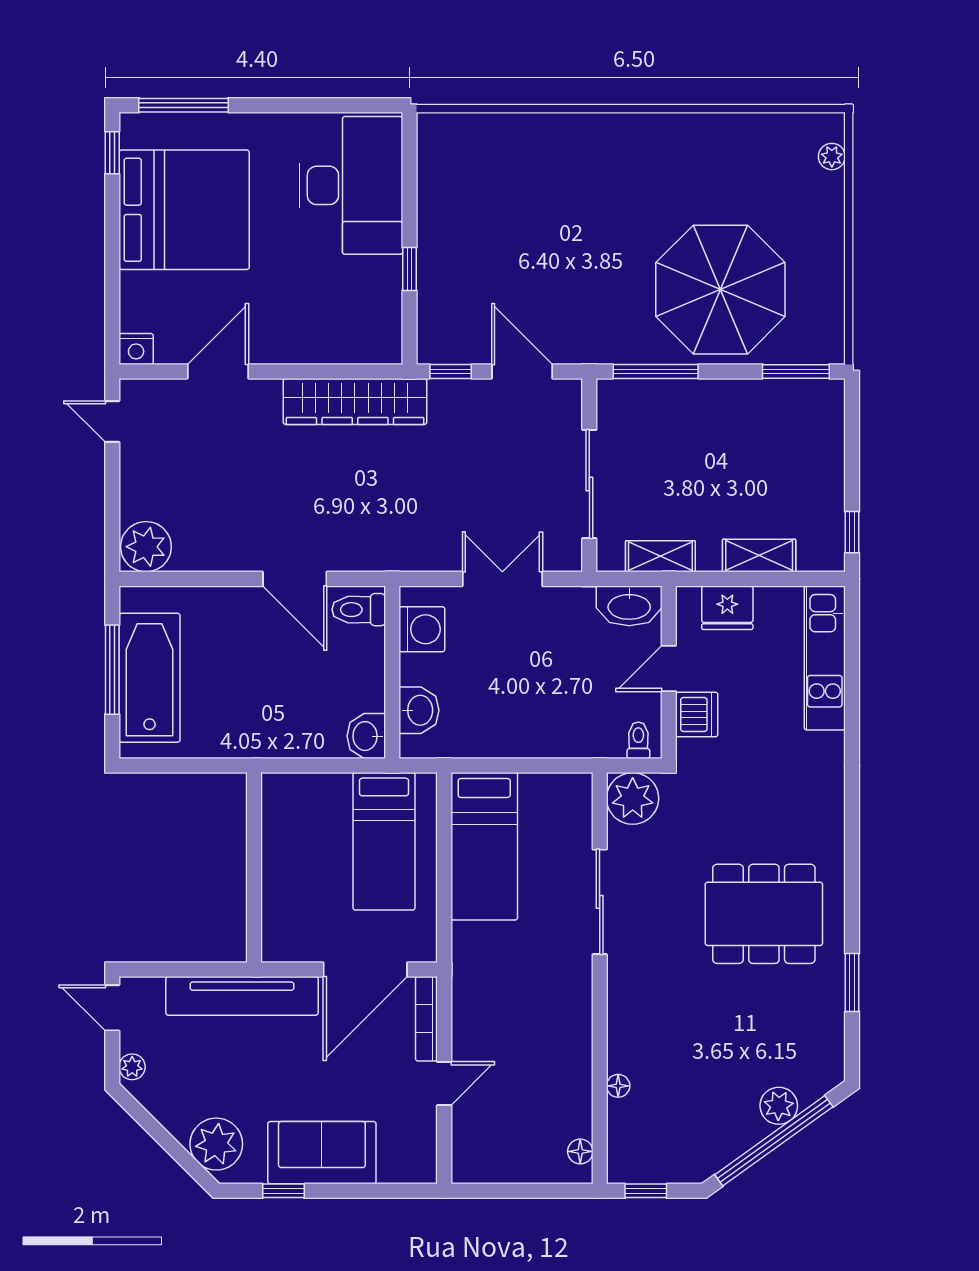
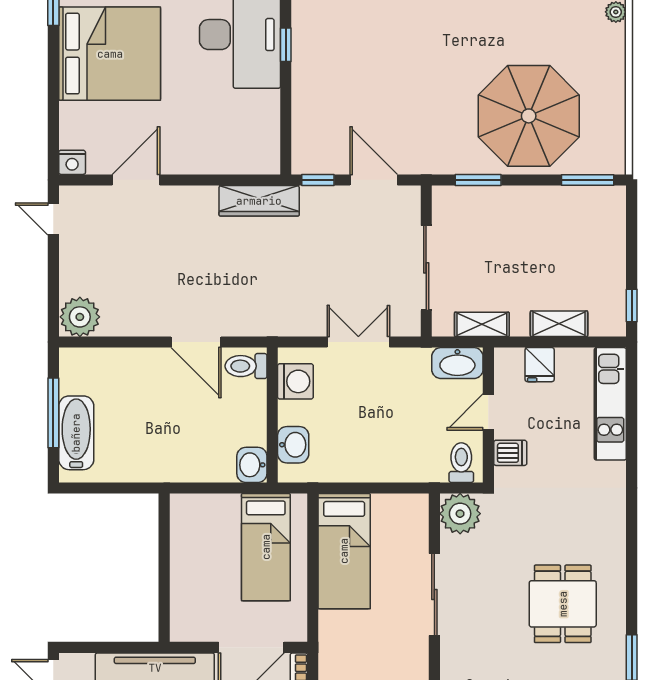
window: (410, 269) -> (286, 45), moved
window: (656, 371) -> (478, 180), width x0.69
wardrobe: (355, 402) -> (259, 201), width x0.71, depth x0.85
fridge: (727, 608) -> (540, 365), width x0.72
bathtub: (150, 678) -> (76, 433), width x0.73, depth x0.73
dishwasher: (697, 714) -> (510, 453), width x0.73
toilet: (638, 740) -> (461, 463), width x1.37, depth x1.39
dining table: (764, 914) -> (563, 604), width x0.73

